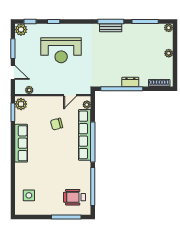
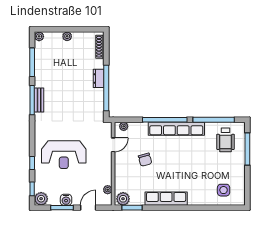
reception desk: (61, 50) -> (64, 155), turned 90
water cooler: (20, 52) -> (66, 200), added
door: (70, 95) -> (113, 145), hinge flipped
row of seats: (85, 135) -> (176, 129), moved

